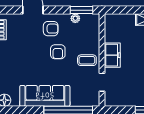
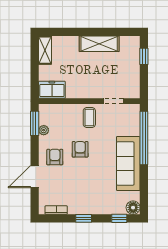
armchair: (58, 52) -> (80, 149), turned -90
freezer: (112, 55) -> (52, 90), moved

